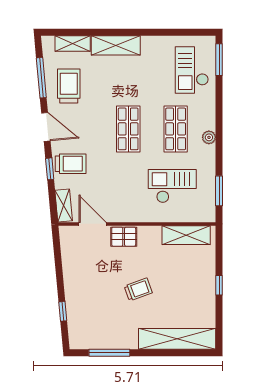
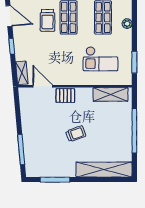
trolley: (71, 164) -> (48, 20), moved, turned 90
checkout: (172, 186) -> (101, 59), turned 180
window: (219, 285) -> (134, 131), width x3.17
window: (63, 311) -> (21, 150), width x2.17

